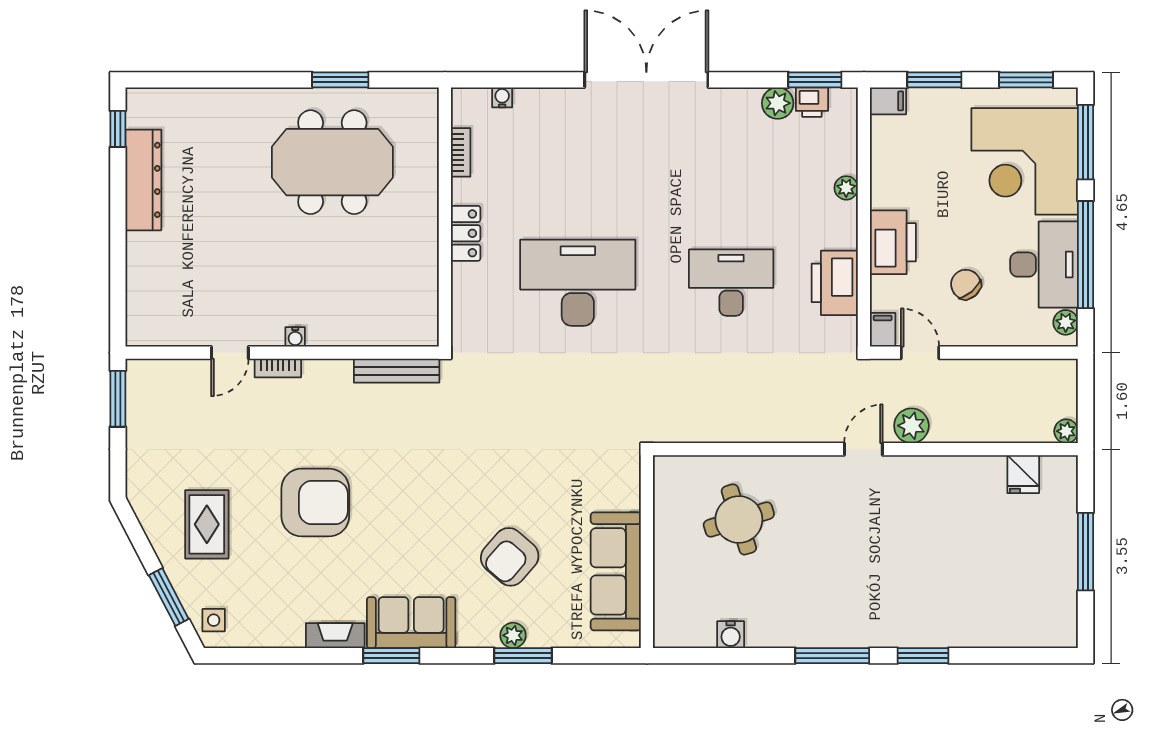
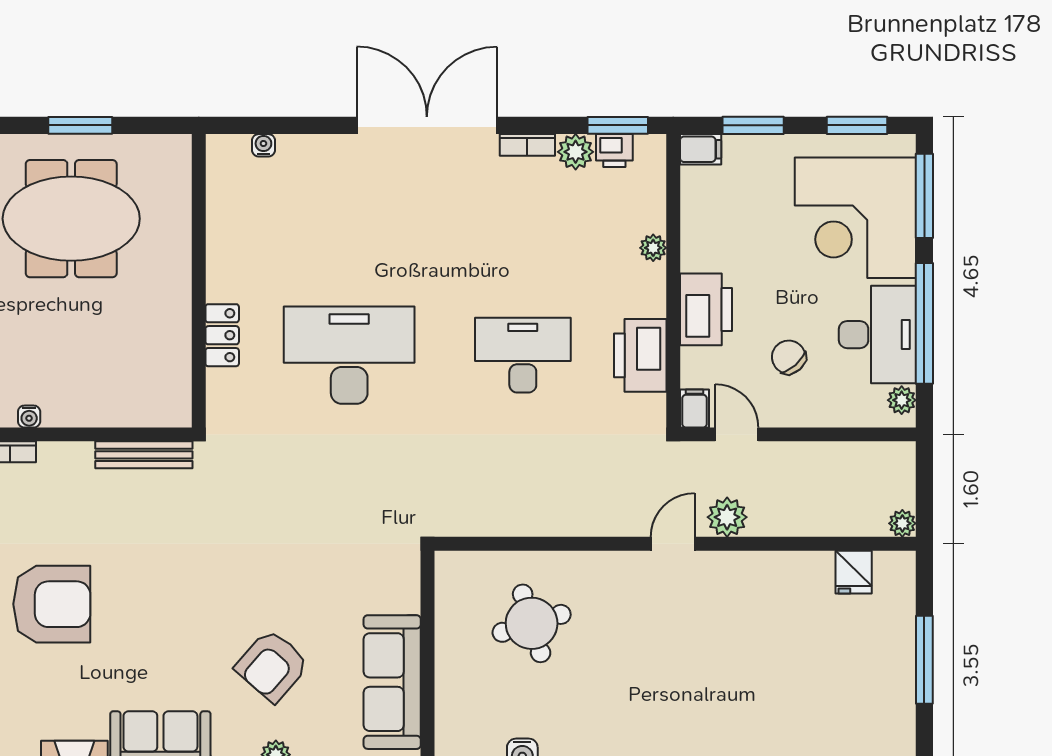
bookcase: (461, 152) -> (527, 145), moved, turned 90
locker: (466, 233) -> (222, 335), moved

